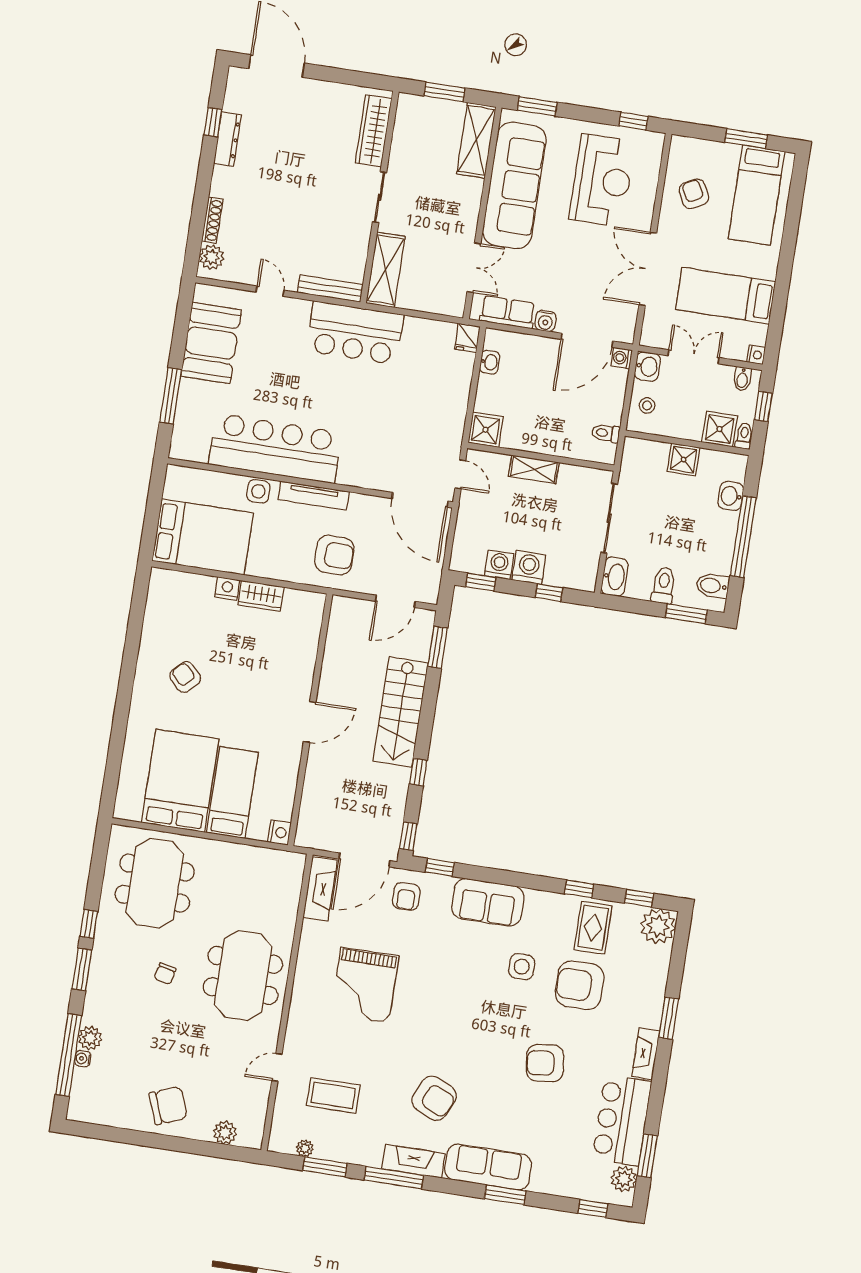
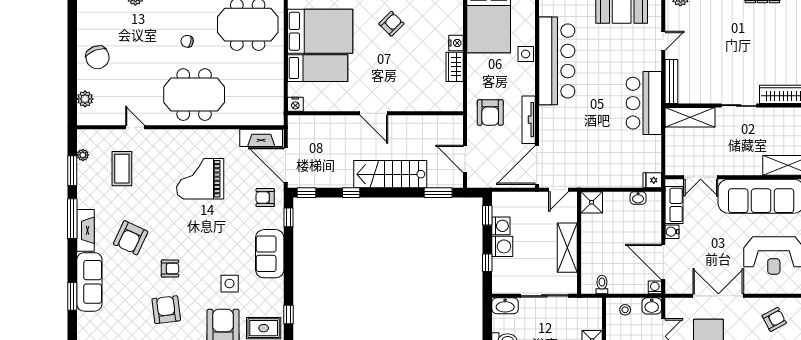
shelving: (534, 469) -> (567, 248), width x1.50, depth x1.33
tv unit: (314, 496) -> (529, 120), moved
armchair: (487, 1048) -> (170, 268), added

